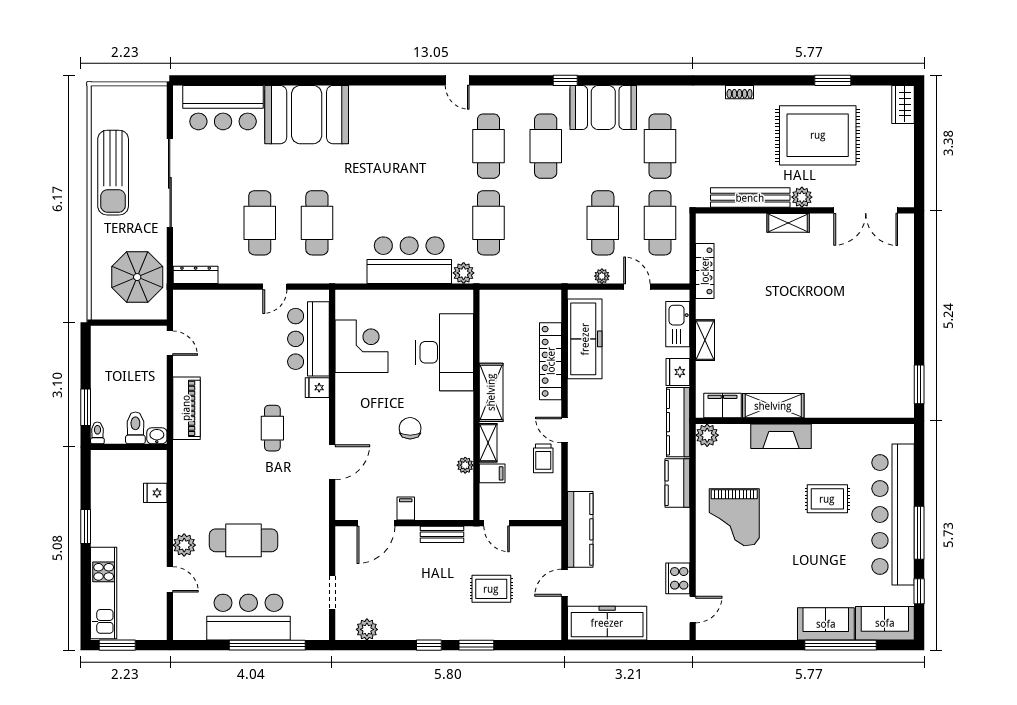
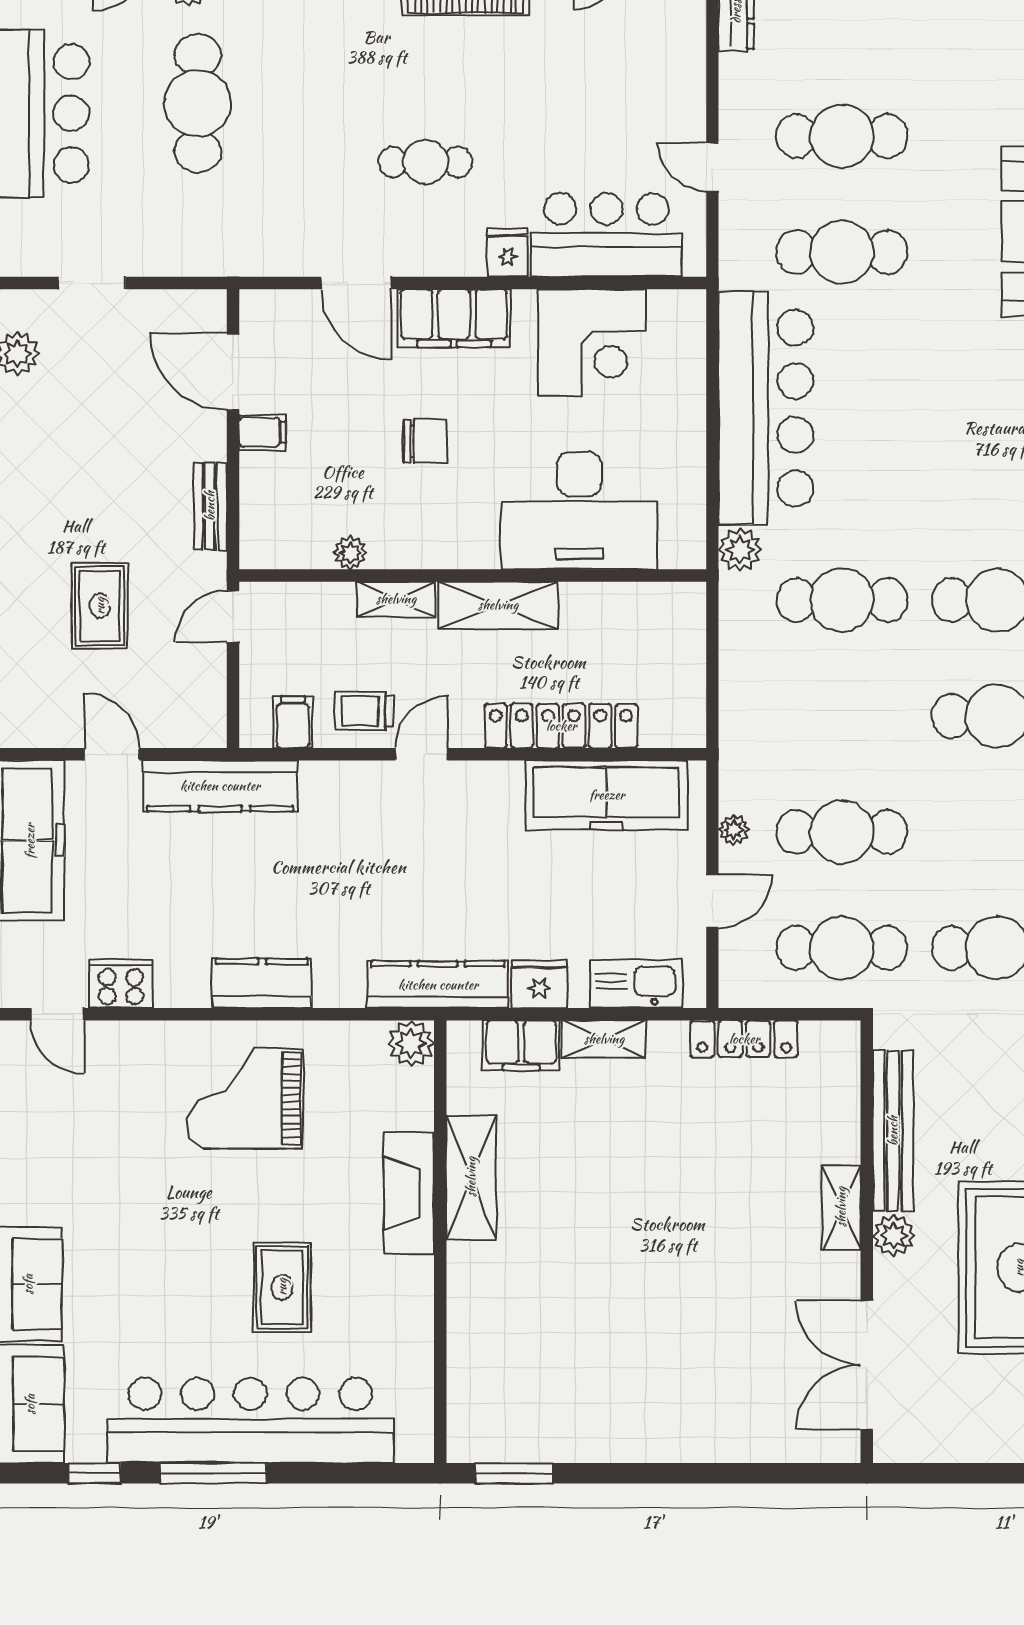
bar counter: (409, 260) -> (766, 408), width x1.36
filing cabinet: (722, 405) -> (521, 1045), moved, turned 90
filing cabinet: (349, 414) -> (454, 318), added
filing cabinet: (492, 473) -> (293, 722), moved, turned 180
kitchen counter: (677, 483) -> (262, 983), moved

